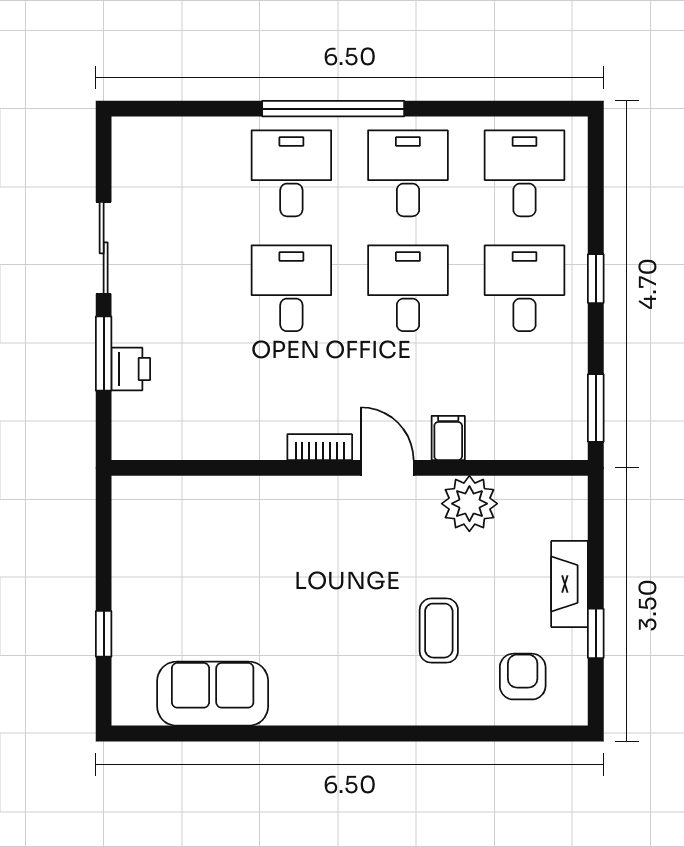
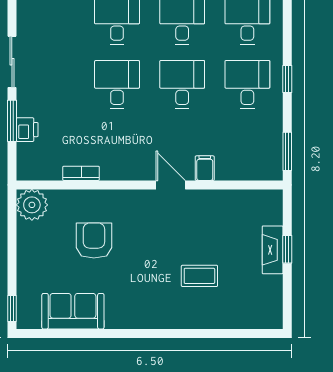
bookcase: (320, 447) -> (81, 173), moved
plant: (469, 504) -> (32, 205), moved
coffee table: (439, 631) -> (199, 276), turned 90
window: (596, 633) -> (287, 249), moved
window: (104, 634) -> (12, 309), moved
armchair: (523, 677) -> (94, 241), moved, width x1.38, depth x1.38

